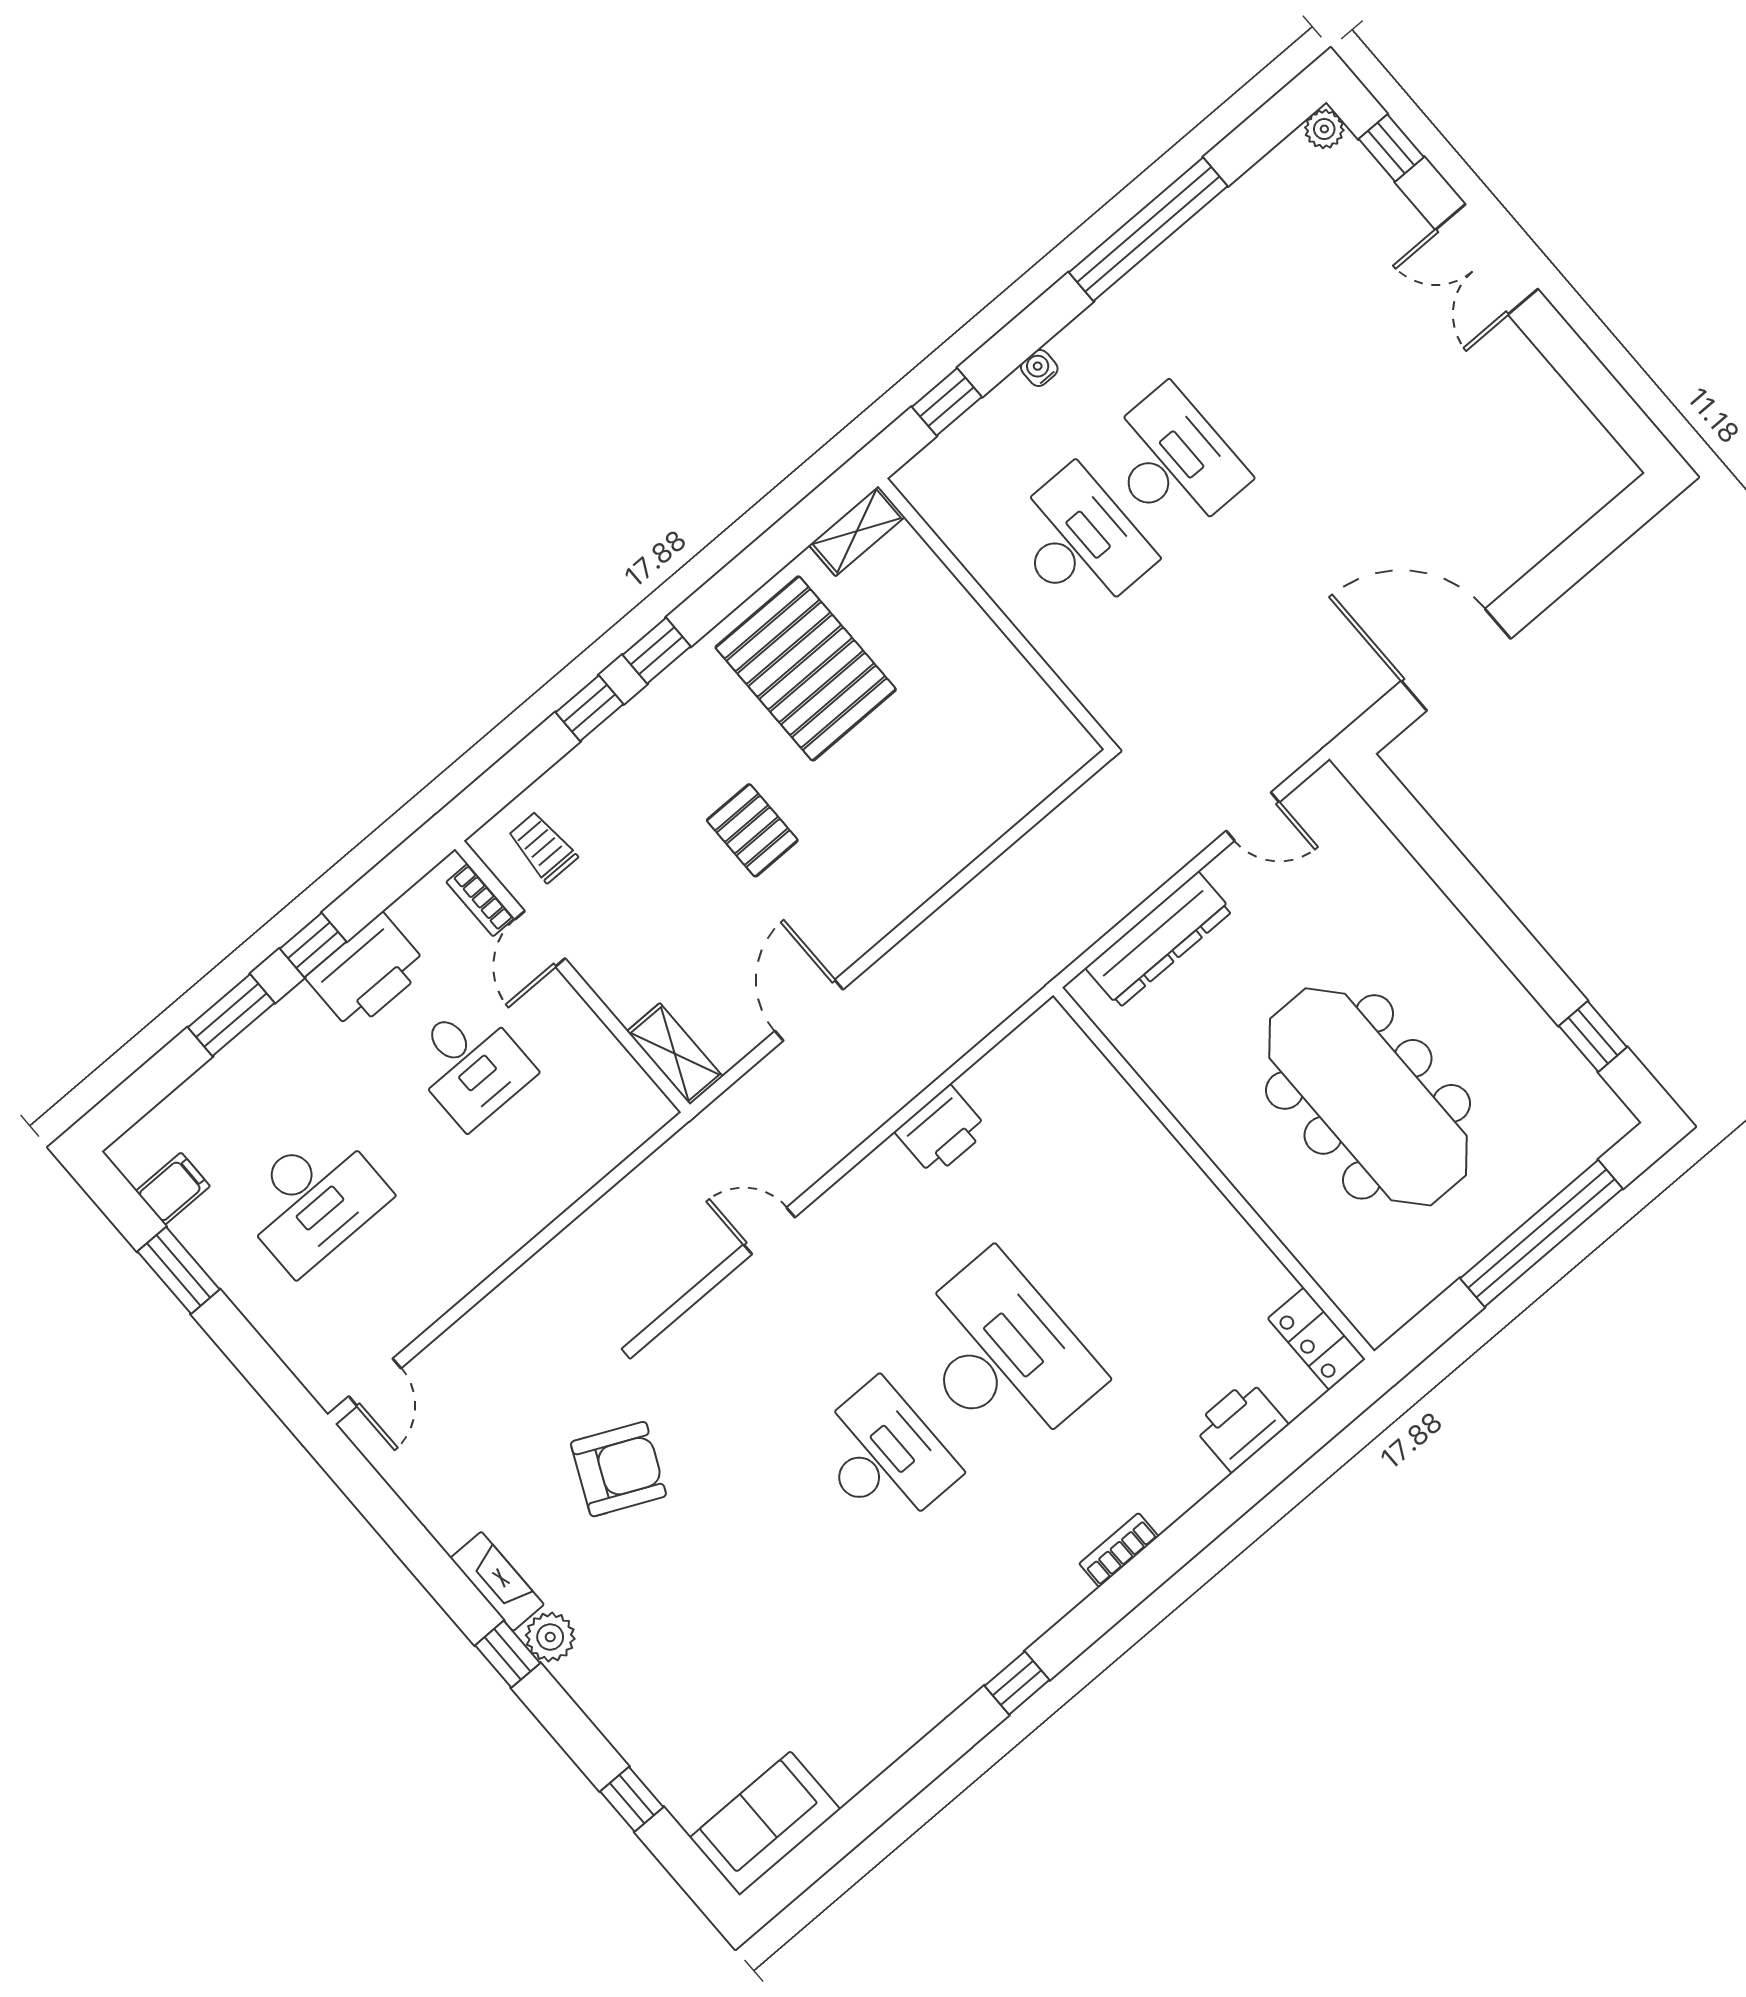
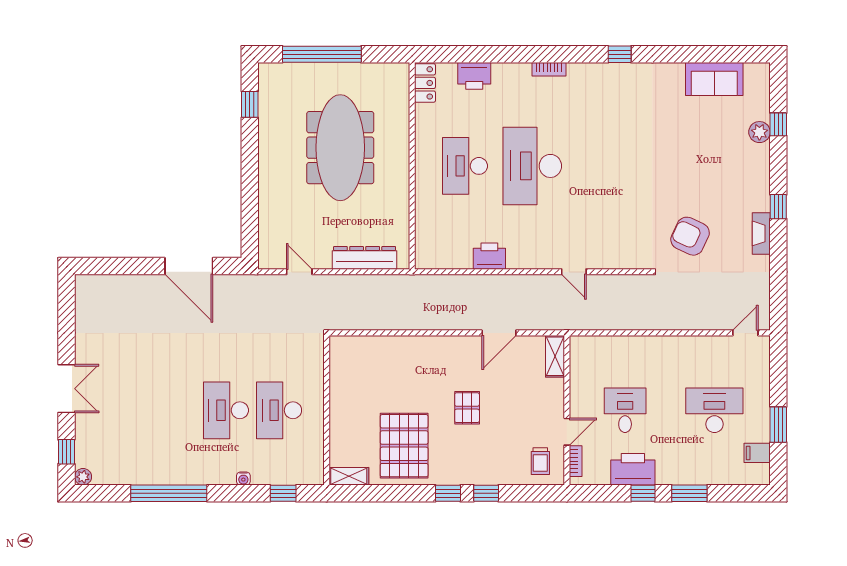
desk: (884, 1456) -> (465, 166), moved
plant: (550, 1637) -> (759, 132), moved
sofa: (765, 1823) -> (714, 79), moved

